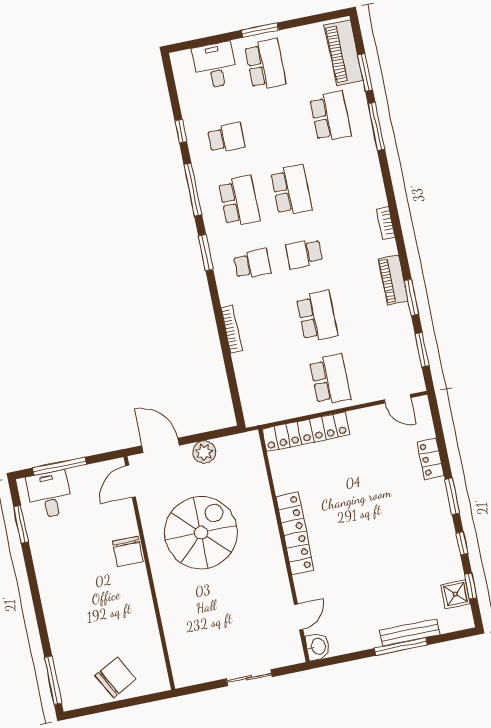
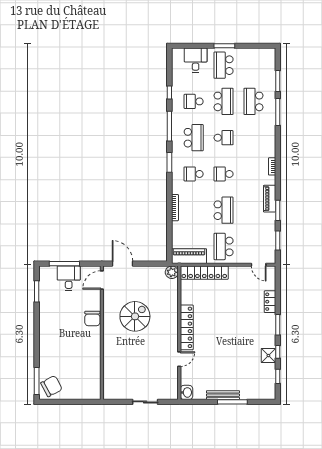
piano: (343, 53) -> (189, 256), moved, turned 90
school desk: (265, 64) -> (224, 65), turned 180
school desk: (330, 117) -> (253, 101), turned 180
school desk: (278, 127) -> (224, 101), added
school desk: (226, 138) -> (194, 101), turned 180
school desk: (291, 190) -> (224, 138), width x0.54
school desk: (252, 264) -> (194, 174), turned 180
school desk: (330, 379) -> (224, 246), turned 180
plant: (204, 452) -> (172, 272), moved
desk: (49, 495) -> (69, 278), moved
spiral stairs: (201, 533) -> (135, 316), width x0.73, depth x0.73
shower: (455, 594) -> (268, 356), moved
door: (299, 617) -> (179, 359), moved
bench: (410, 632) -> (223, 395), moved
chair: (116, 677) -> (51, 386), moved

